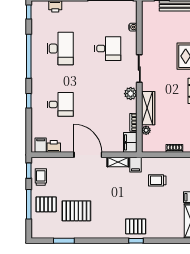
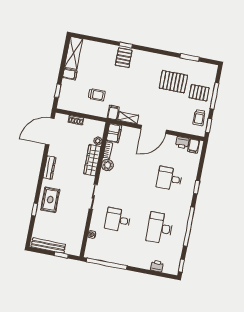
plant: (131, 94) -> (107, 165), moved
door: (88, 155) -> (154, 129), hinge flipped
pallet: (136, 226) -> (124, 58), turned 90

